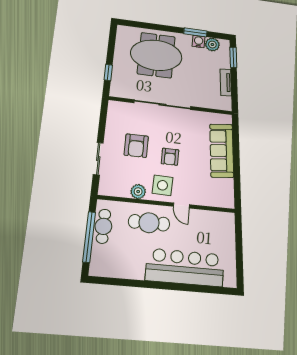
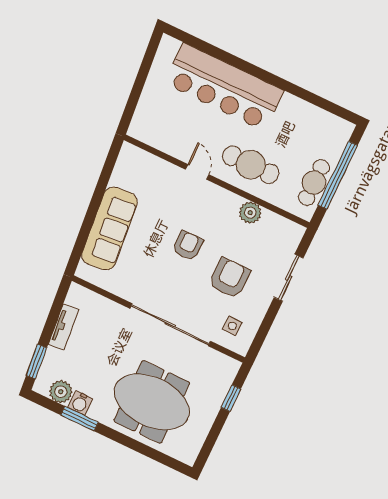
side table: (162, 185) -> (232, 326), moved, width x0.54, depth x0.54

